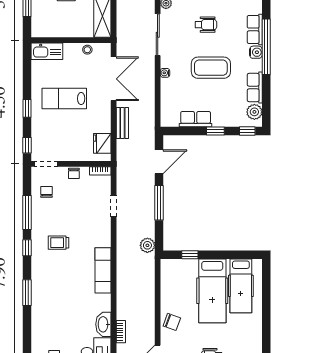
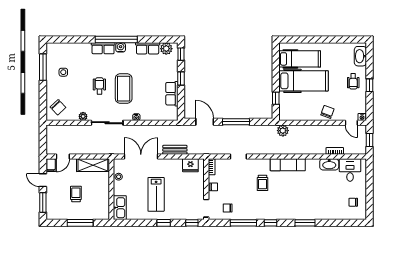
coffee table: (211, 68) -> (124, 89), moved
trolley: (58, 243) -> (262, 183), moved
plant: (147, 245) -> (283, 131), moved

